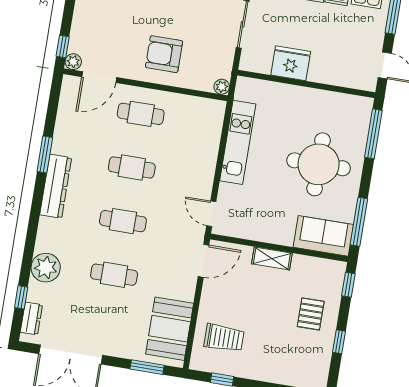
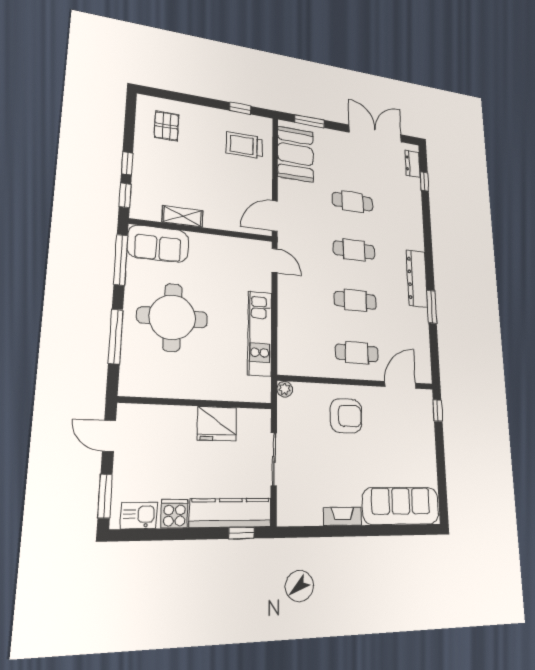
plant: (73, 62) -> (426, 397), removed
window: (373, 134) -> (116, 336), moved
shelving: (272, 258) -> (183, 216), moved
plant: (46, 268) -> (410, 207), removed
pallet: (311, 314) -> (166, 126), moved
window: (339, 342) -> (127, 163), moved

